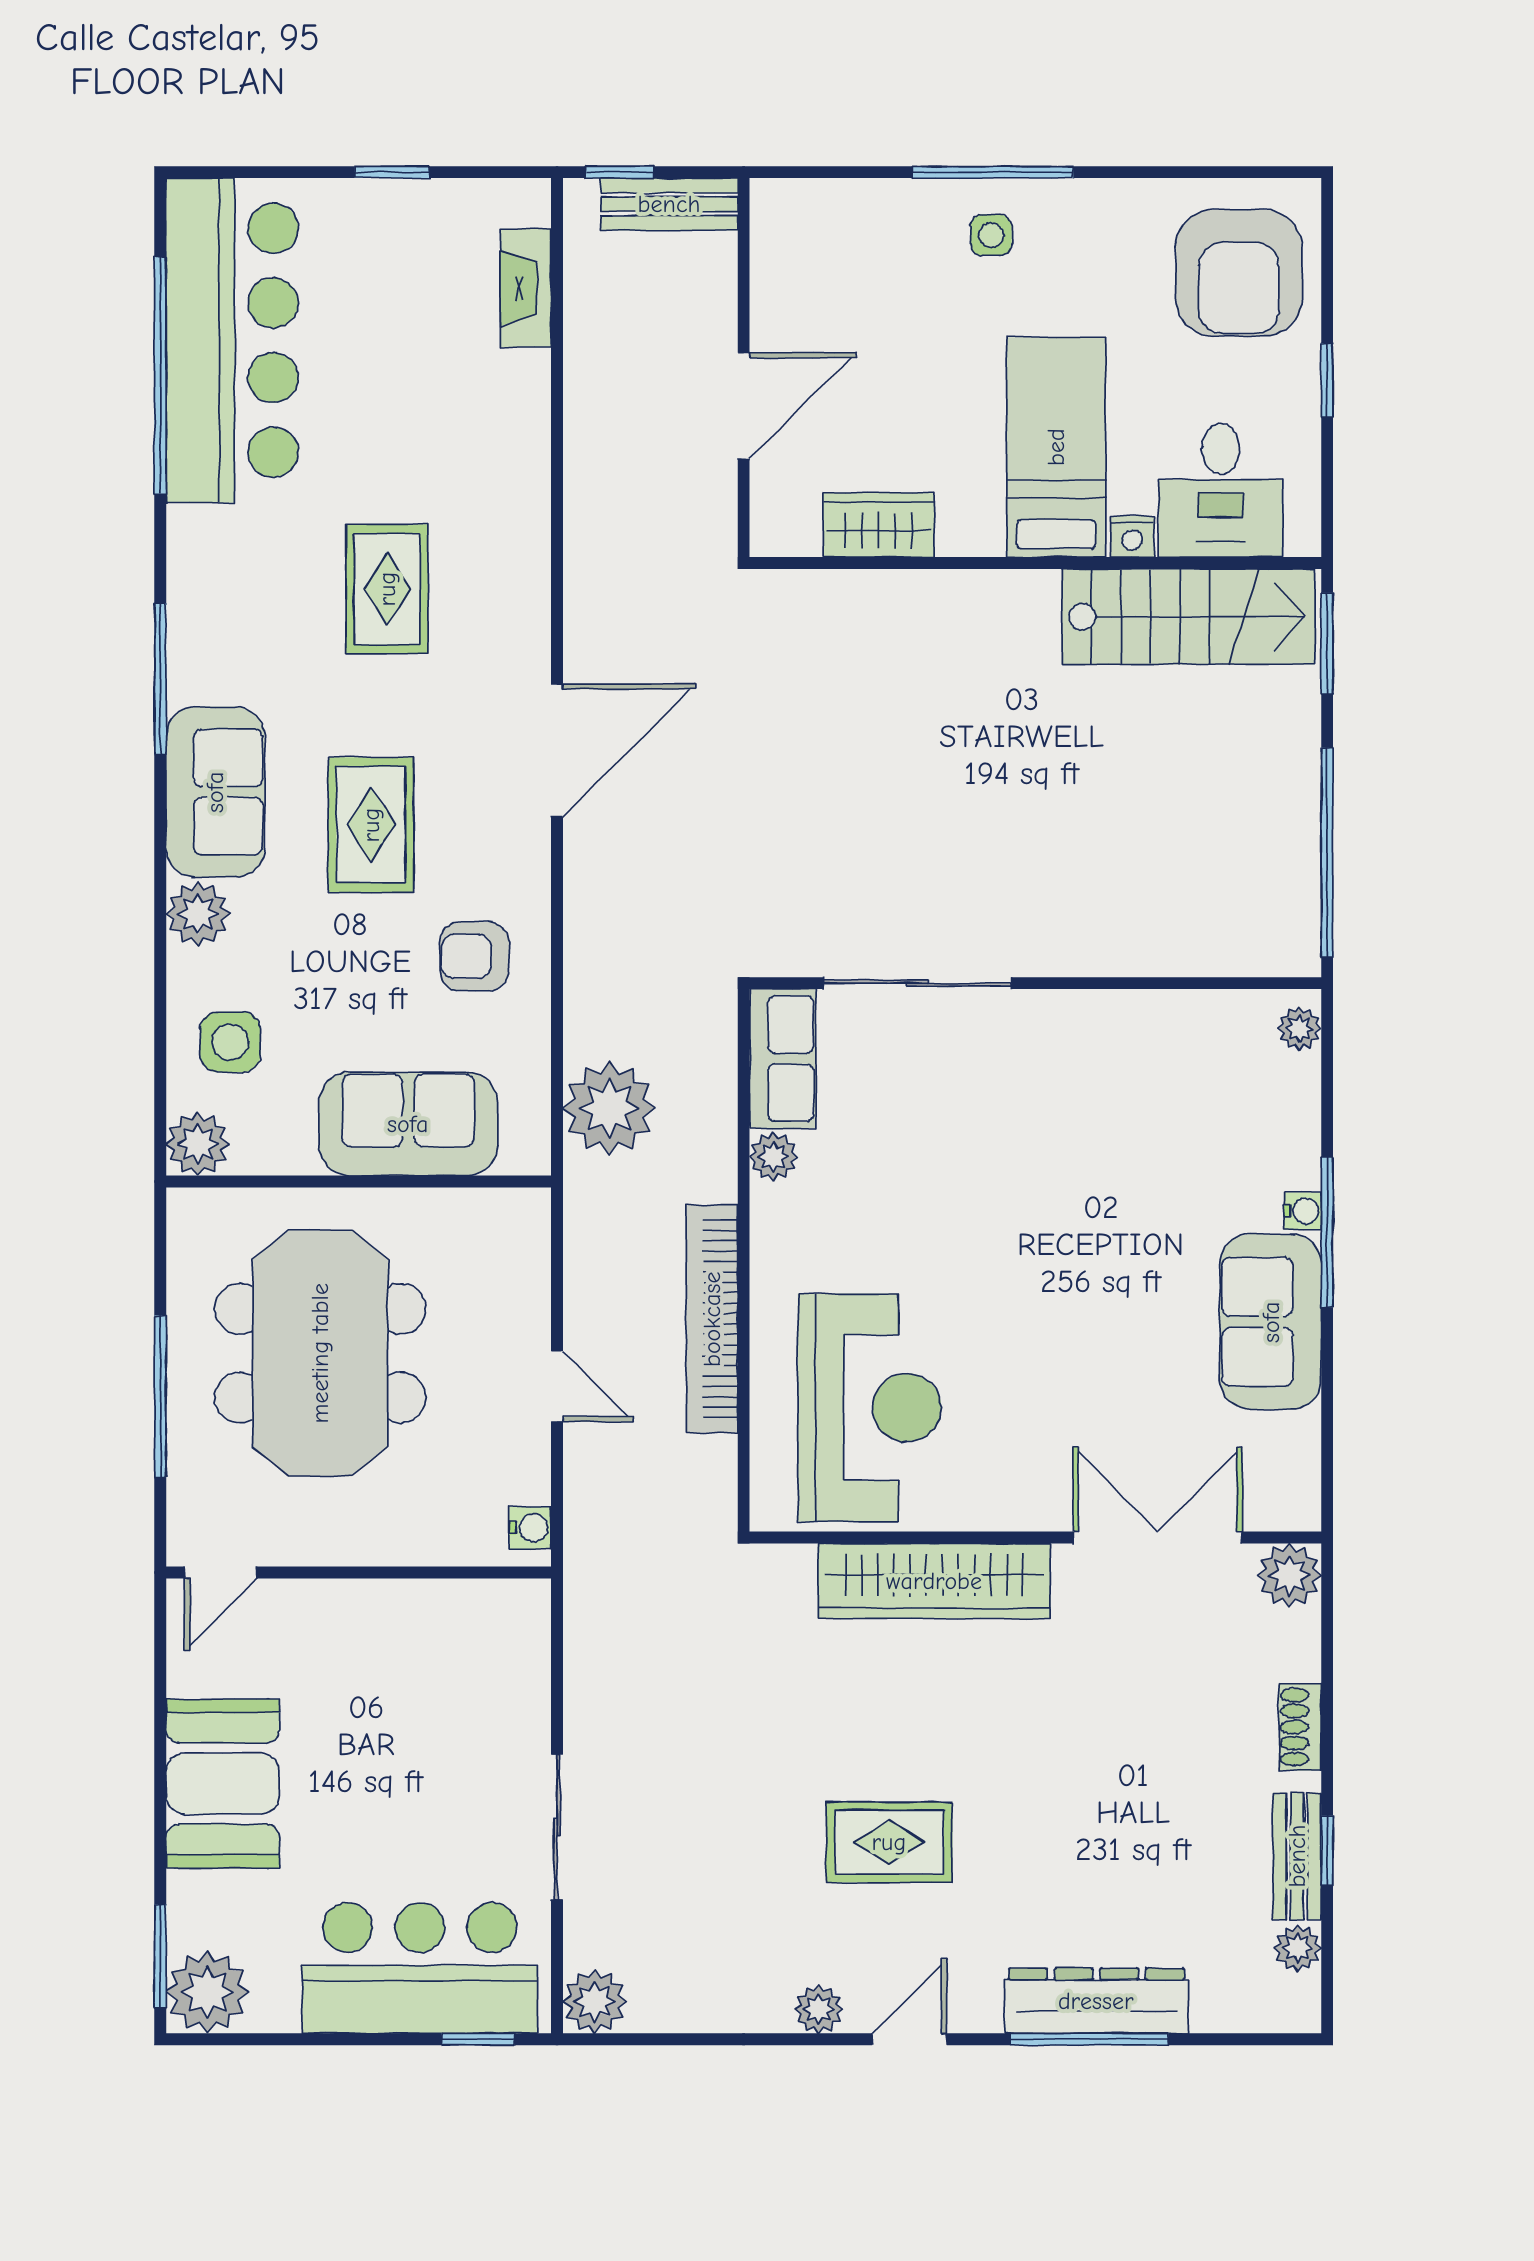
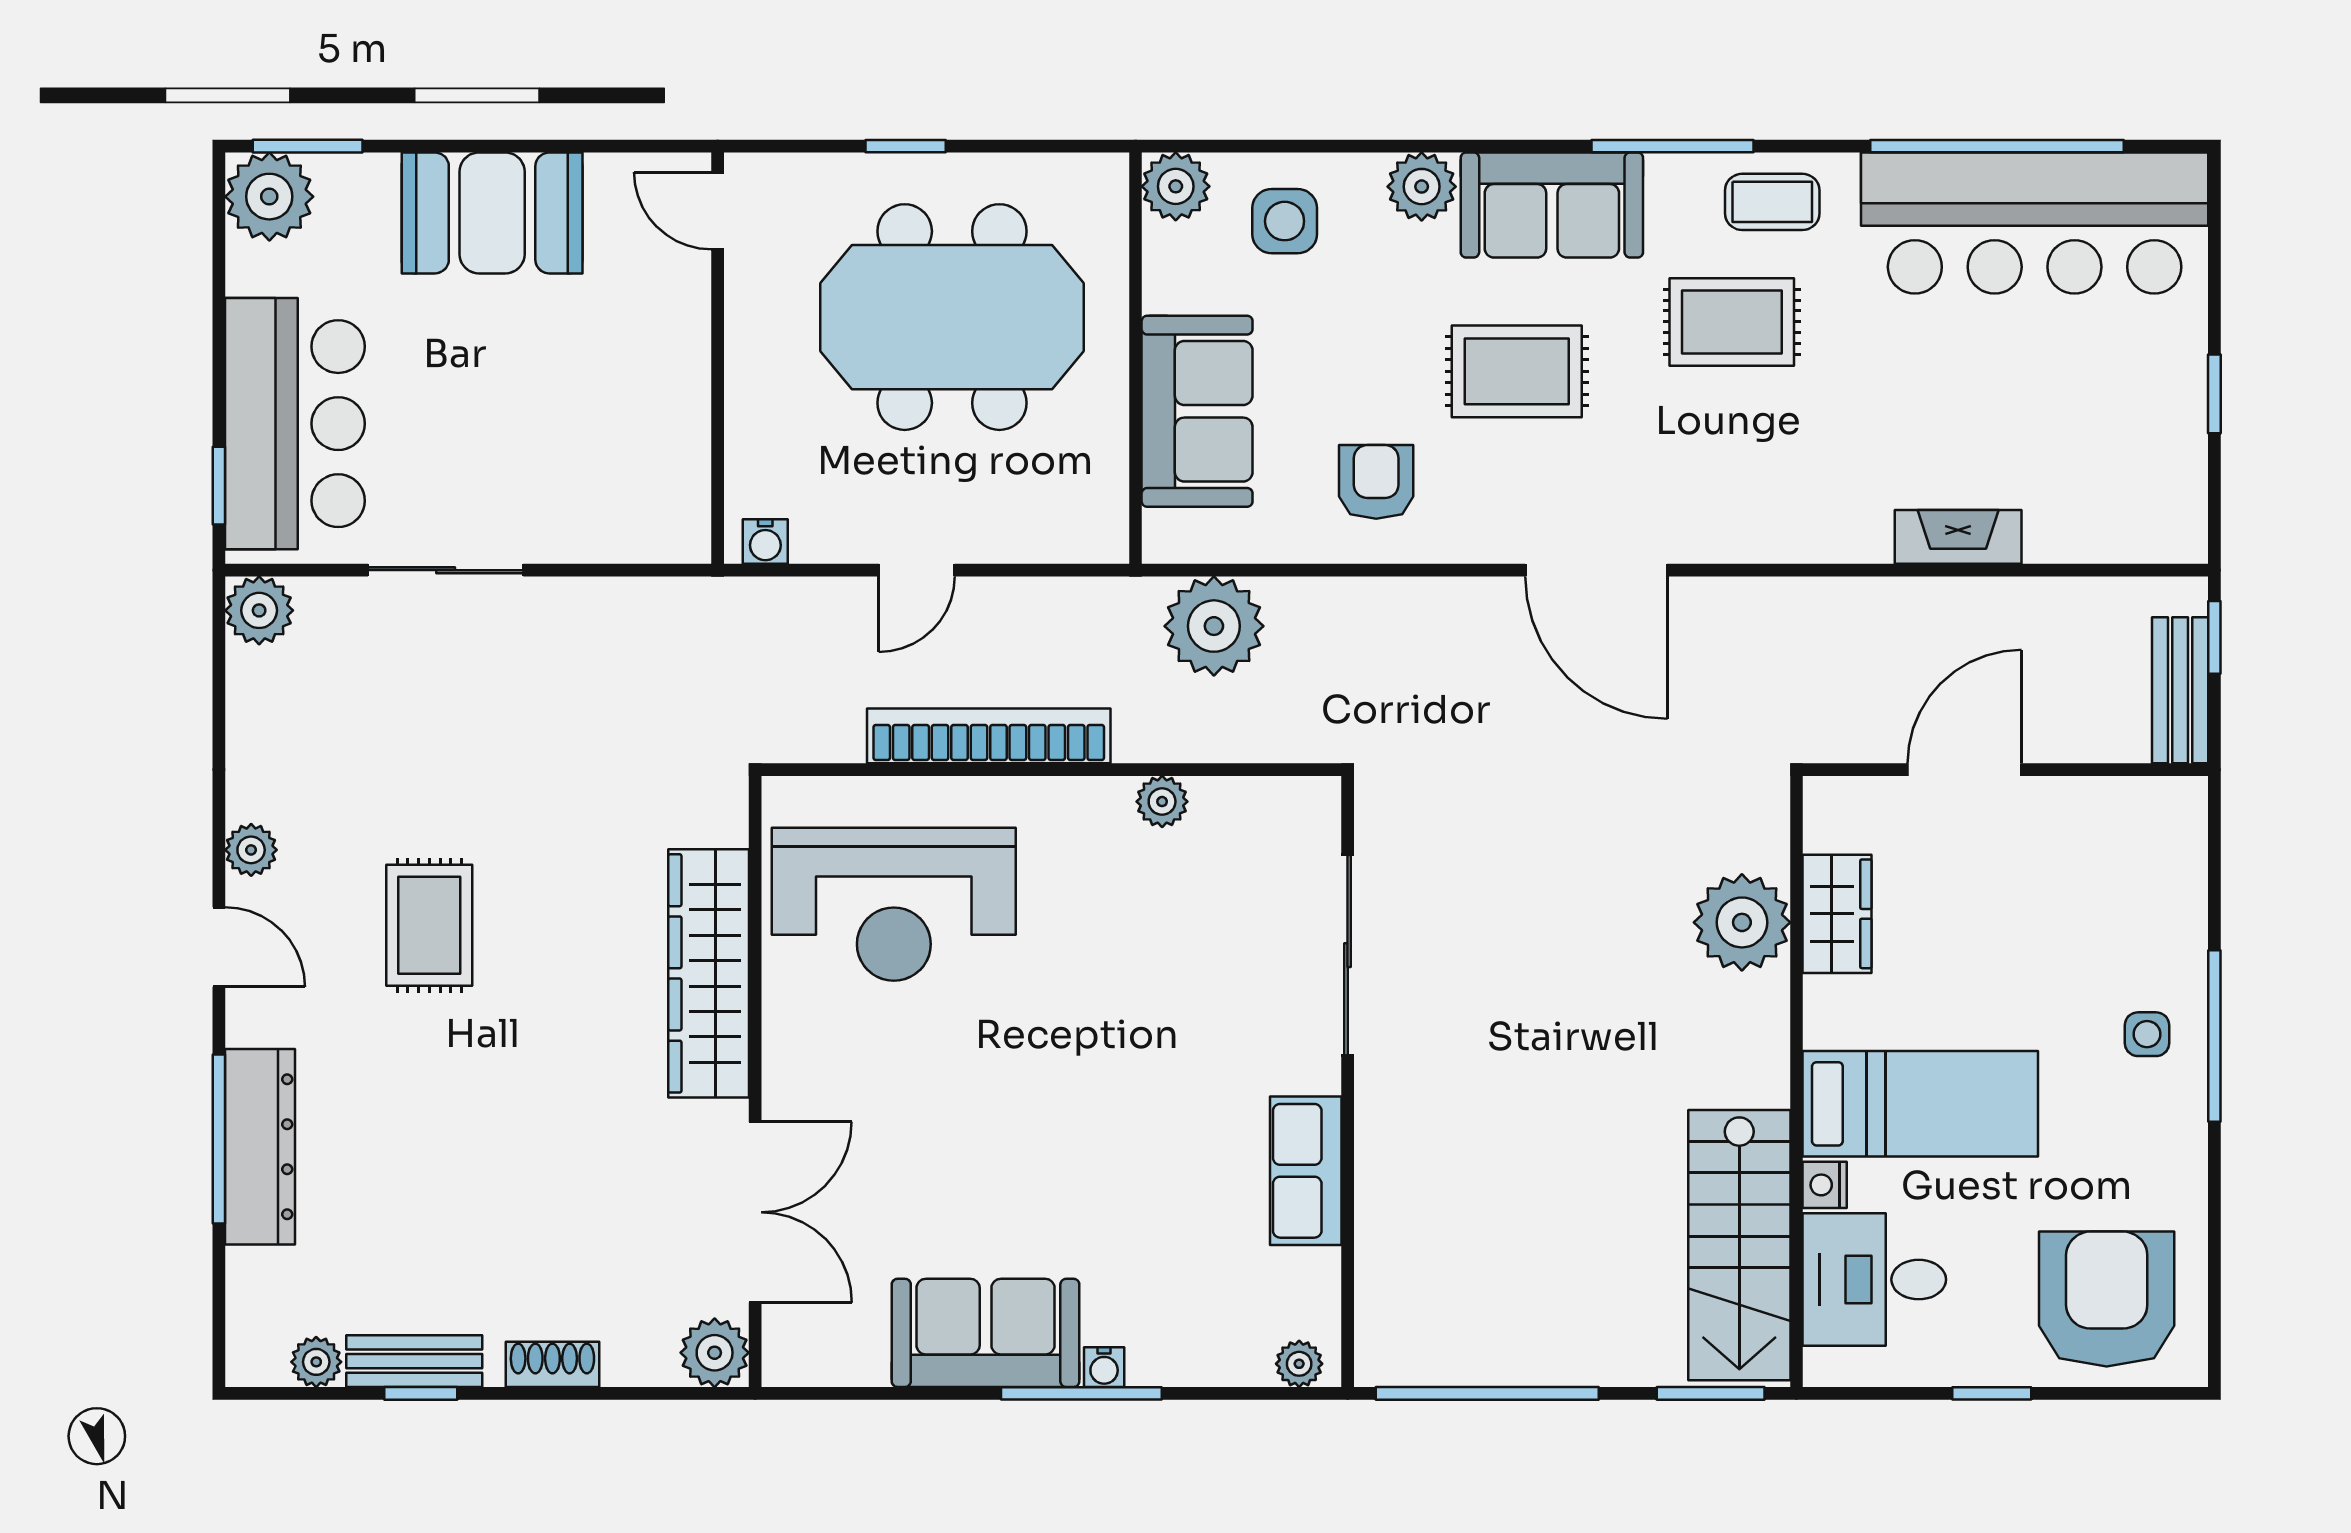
armchair: (1239, 273) -> (2107, 1299), turned 90
fireplace: (526, 288) -> (1958, 537), moved
door: (744, 406) -> (1965, 770), swing flipped
coffee table: (212, 586) -> (1772, 202), added
rug: (387, 589) -> (1732, 322), moved
plant: (887, 614) -> (1742, 922), added
row of seats: (783, 1059) -> (1306, 1171), moved, turned 90
window: (160, 1397) -> (906, 146), width x0.46

